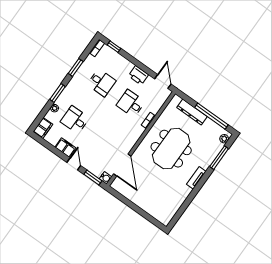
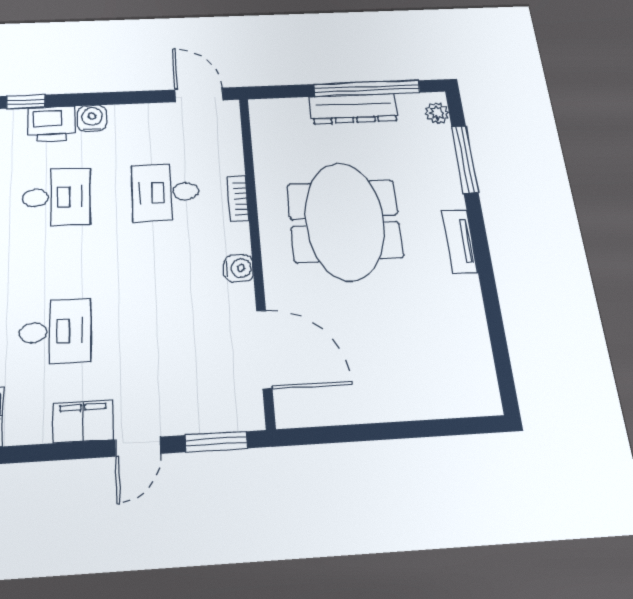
water cooler: (128, 66) -> (92, 118), added
printer: (138, 75) -> (52, 124), moved
dresser: (192, 112) -> (354, 109), moved
desk: (75, 120) -> (55, 332), turned 180
door: (74, 164) -> (138, 447), swing flipped
water cooler: (106, 178) -> (239, 268), moved

